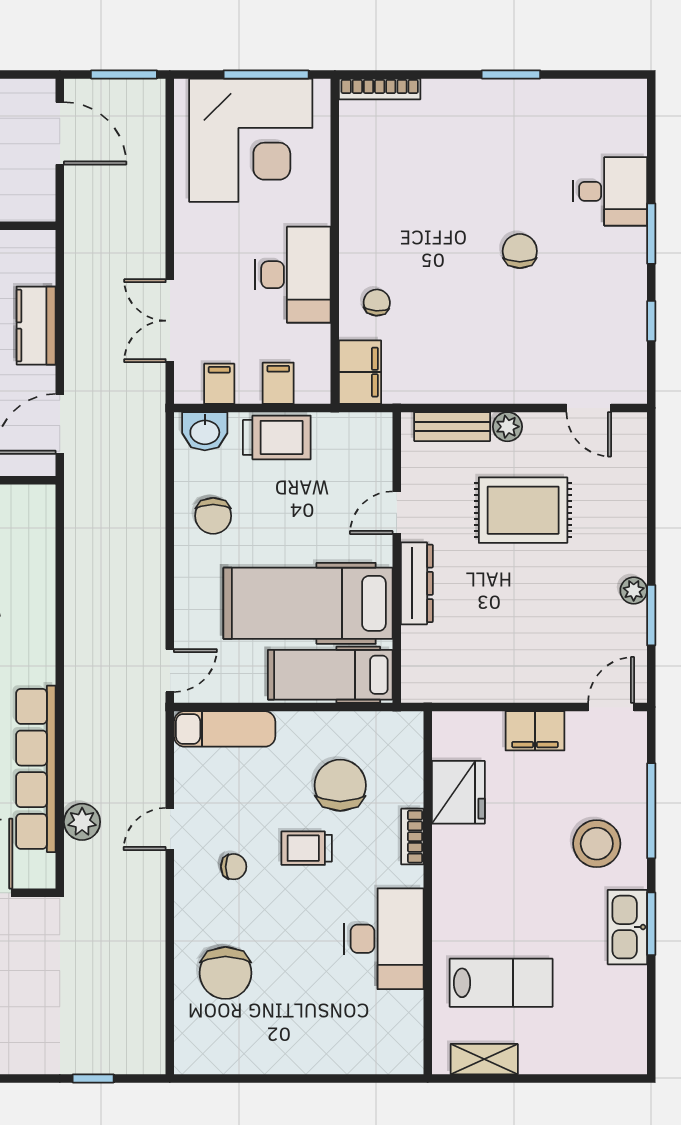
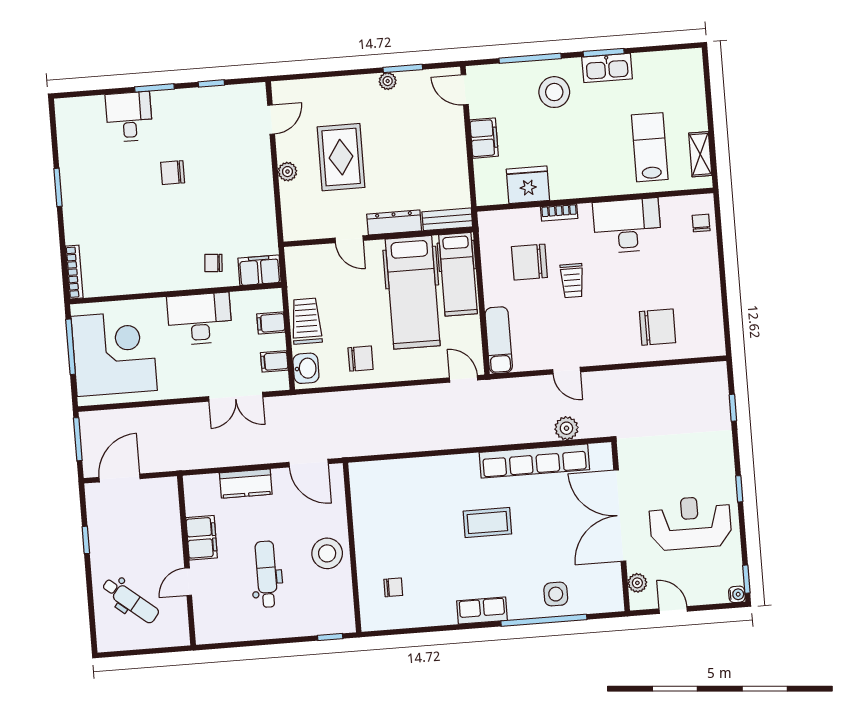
bench: (452, 427) -> (447, 219), moved, turned 90
chair: (234, 867) -> (701, 223), moved

